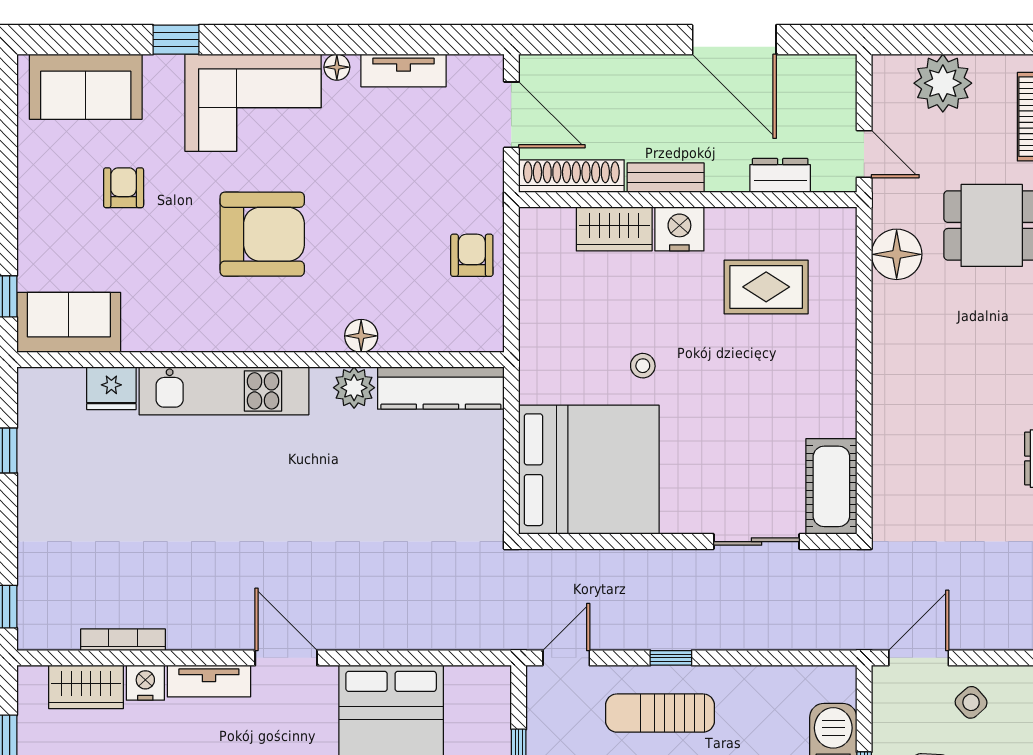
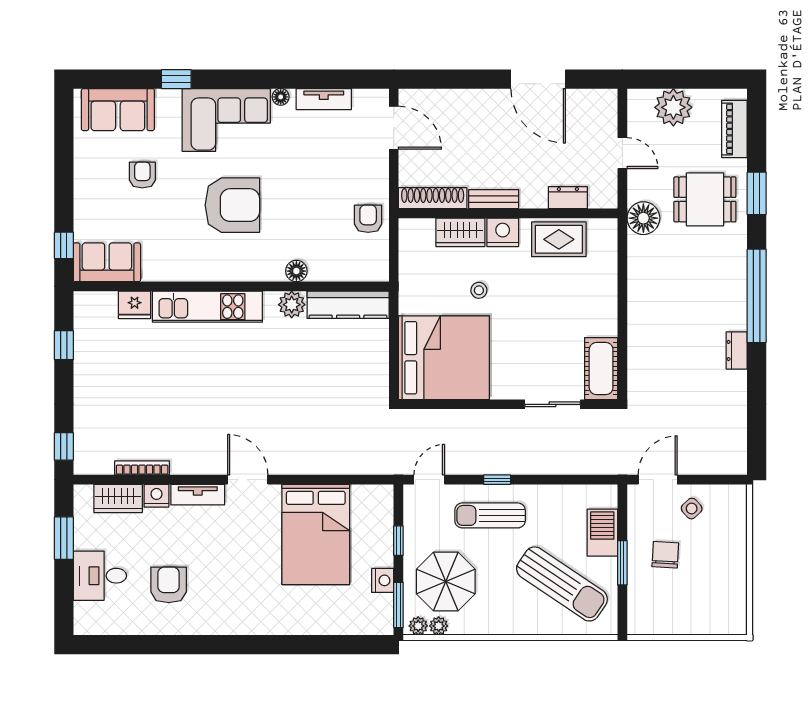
dresser: (780, 175) -> (568, 198), moved
shoe rack: (571, 176) -> (433, 198), moved
bench: (666, 178) -> (494, 199), moved
wall: (688, 200) -> (508, 213), moved
wardrobe: (614, 229) -> (460, 232), moved
nightstand: (679, 229) -> (503, 232), moved

